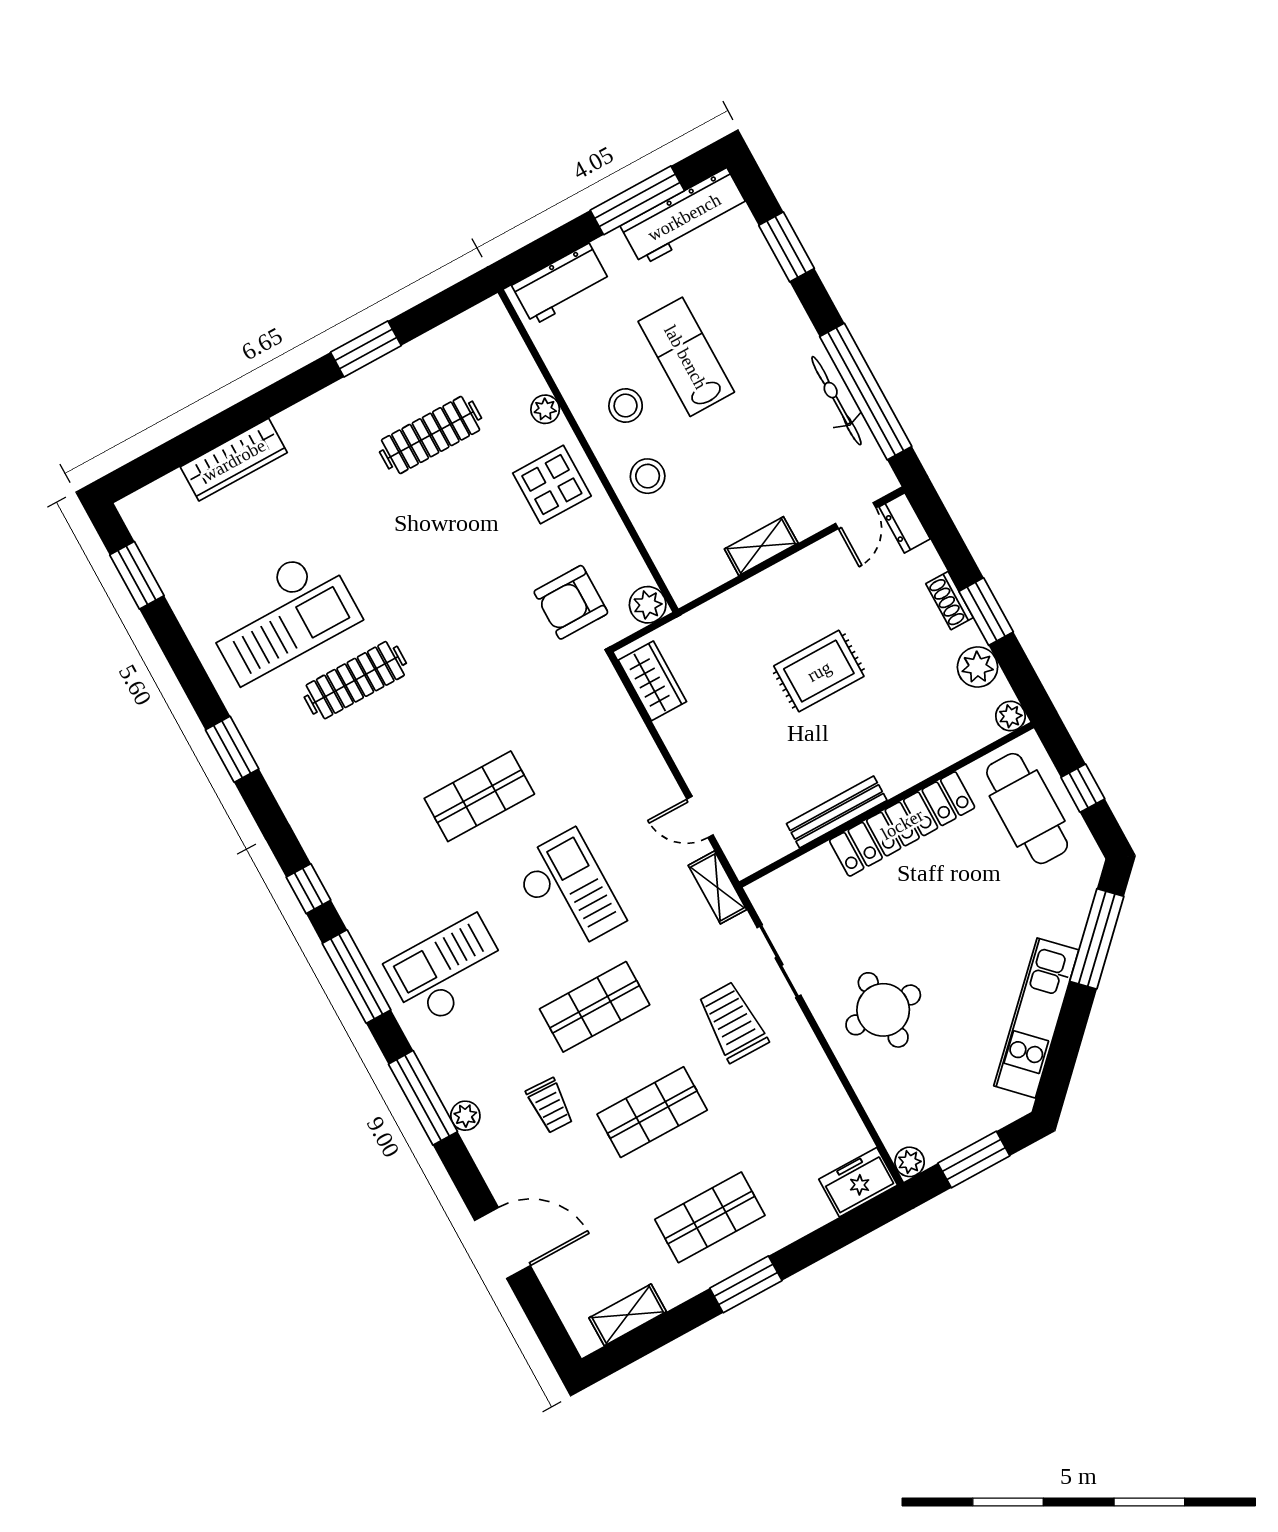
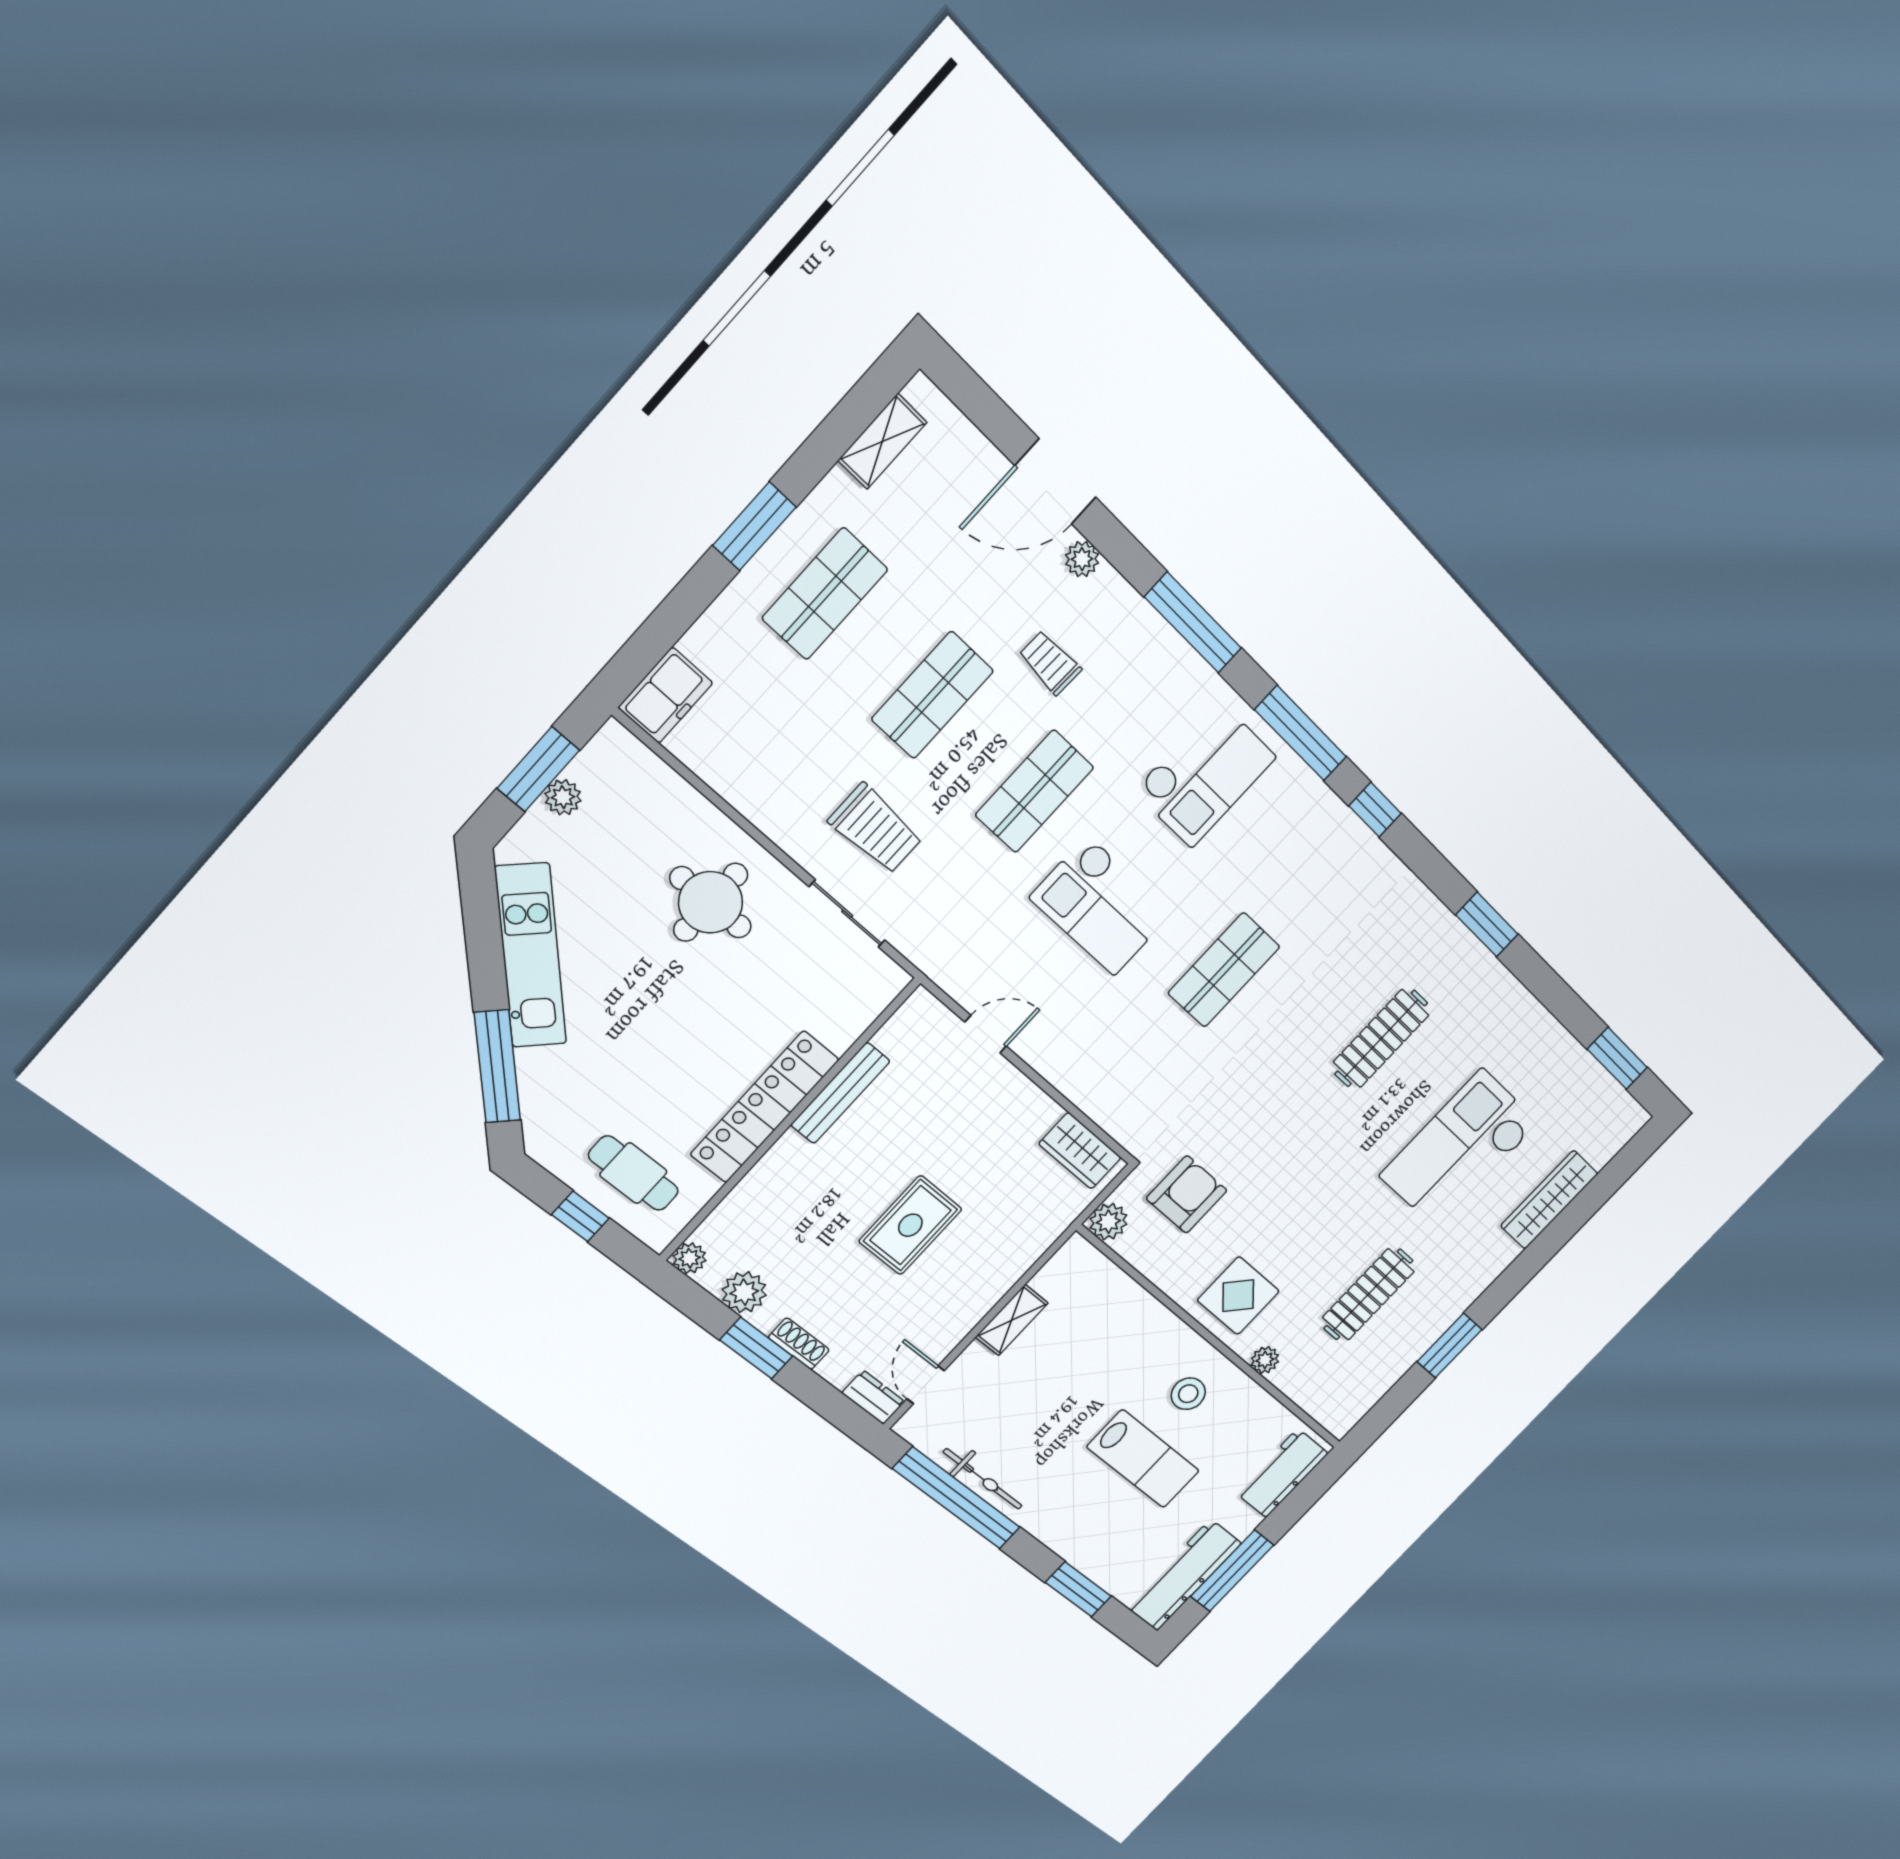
stool: (648, 476) -> (1147, 1340), removed
checkout: (281, 615) -> (1459, 1149), moved
cafe table: (1027, 809) -> (633, 1173), width x0.73, depth x0.74
shelving: (717, 887) -> (942, 968), removed
plant: (465, 1116) -> (1082, 559), moved
plant: (910, 1162) -> (563, 797), moved

